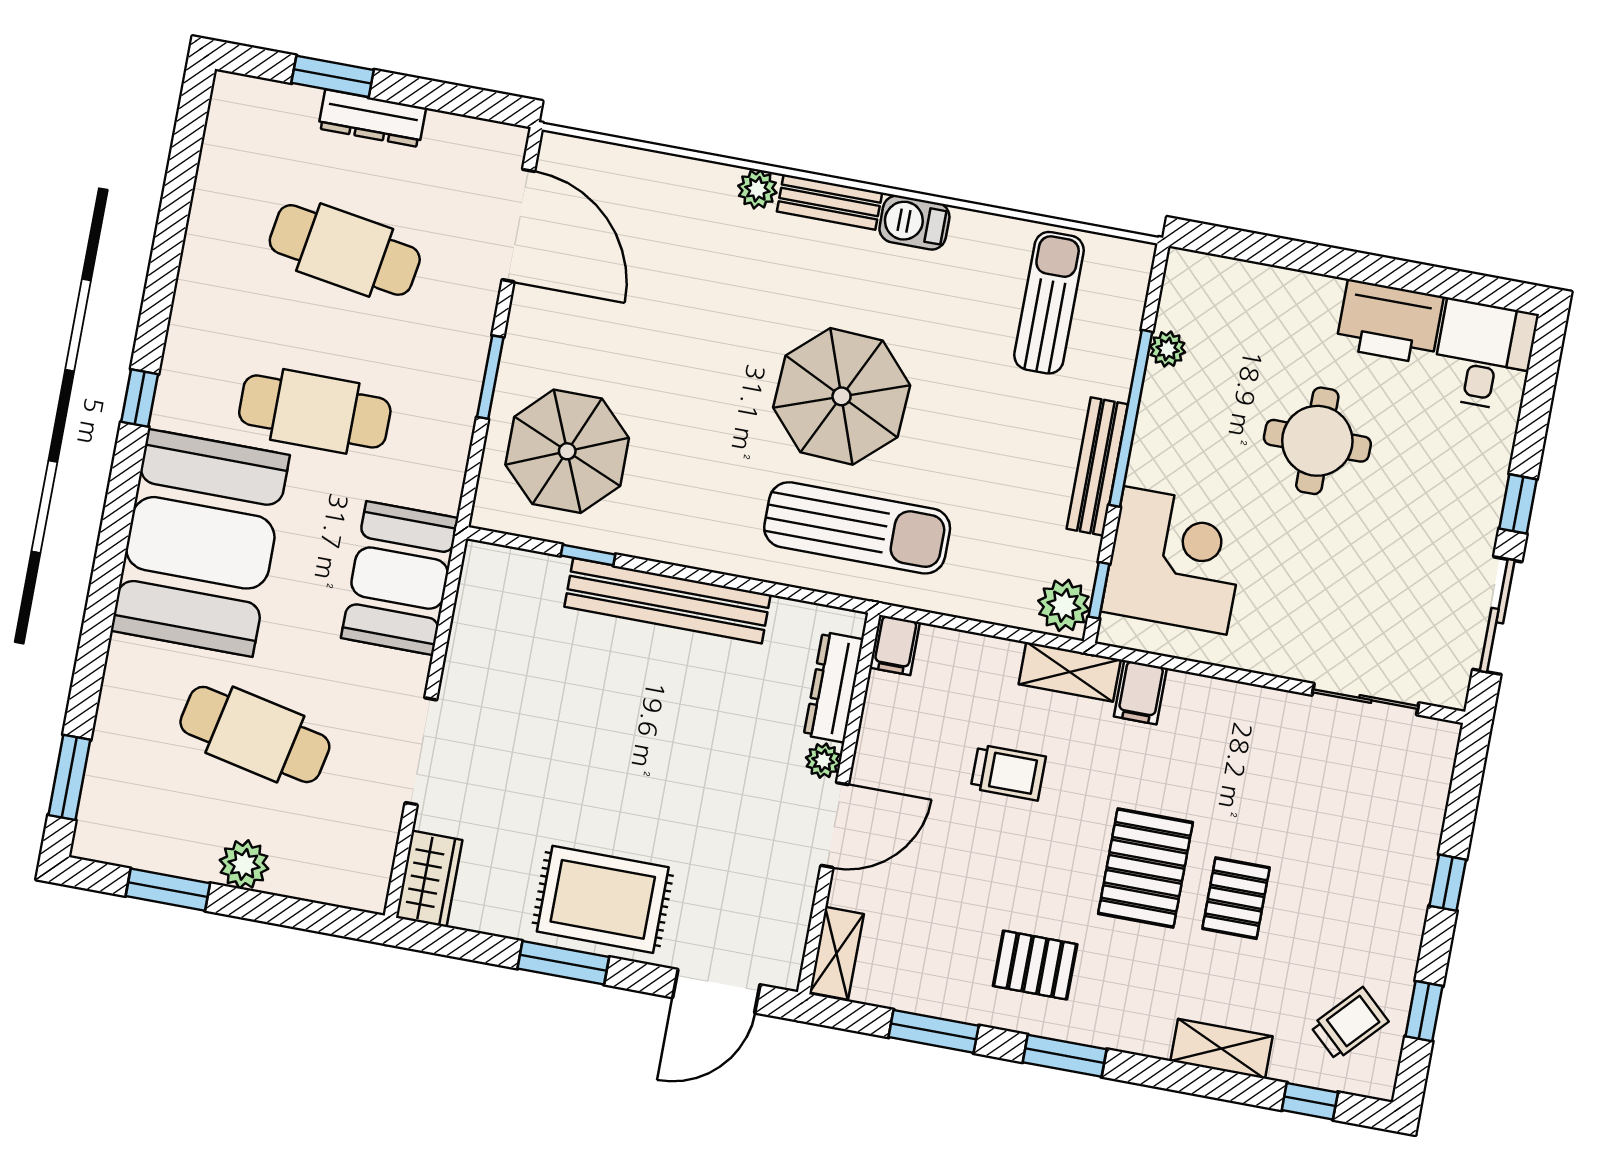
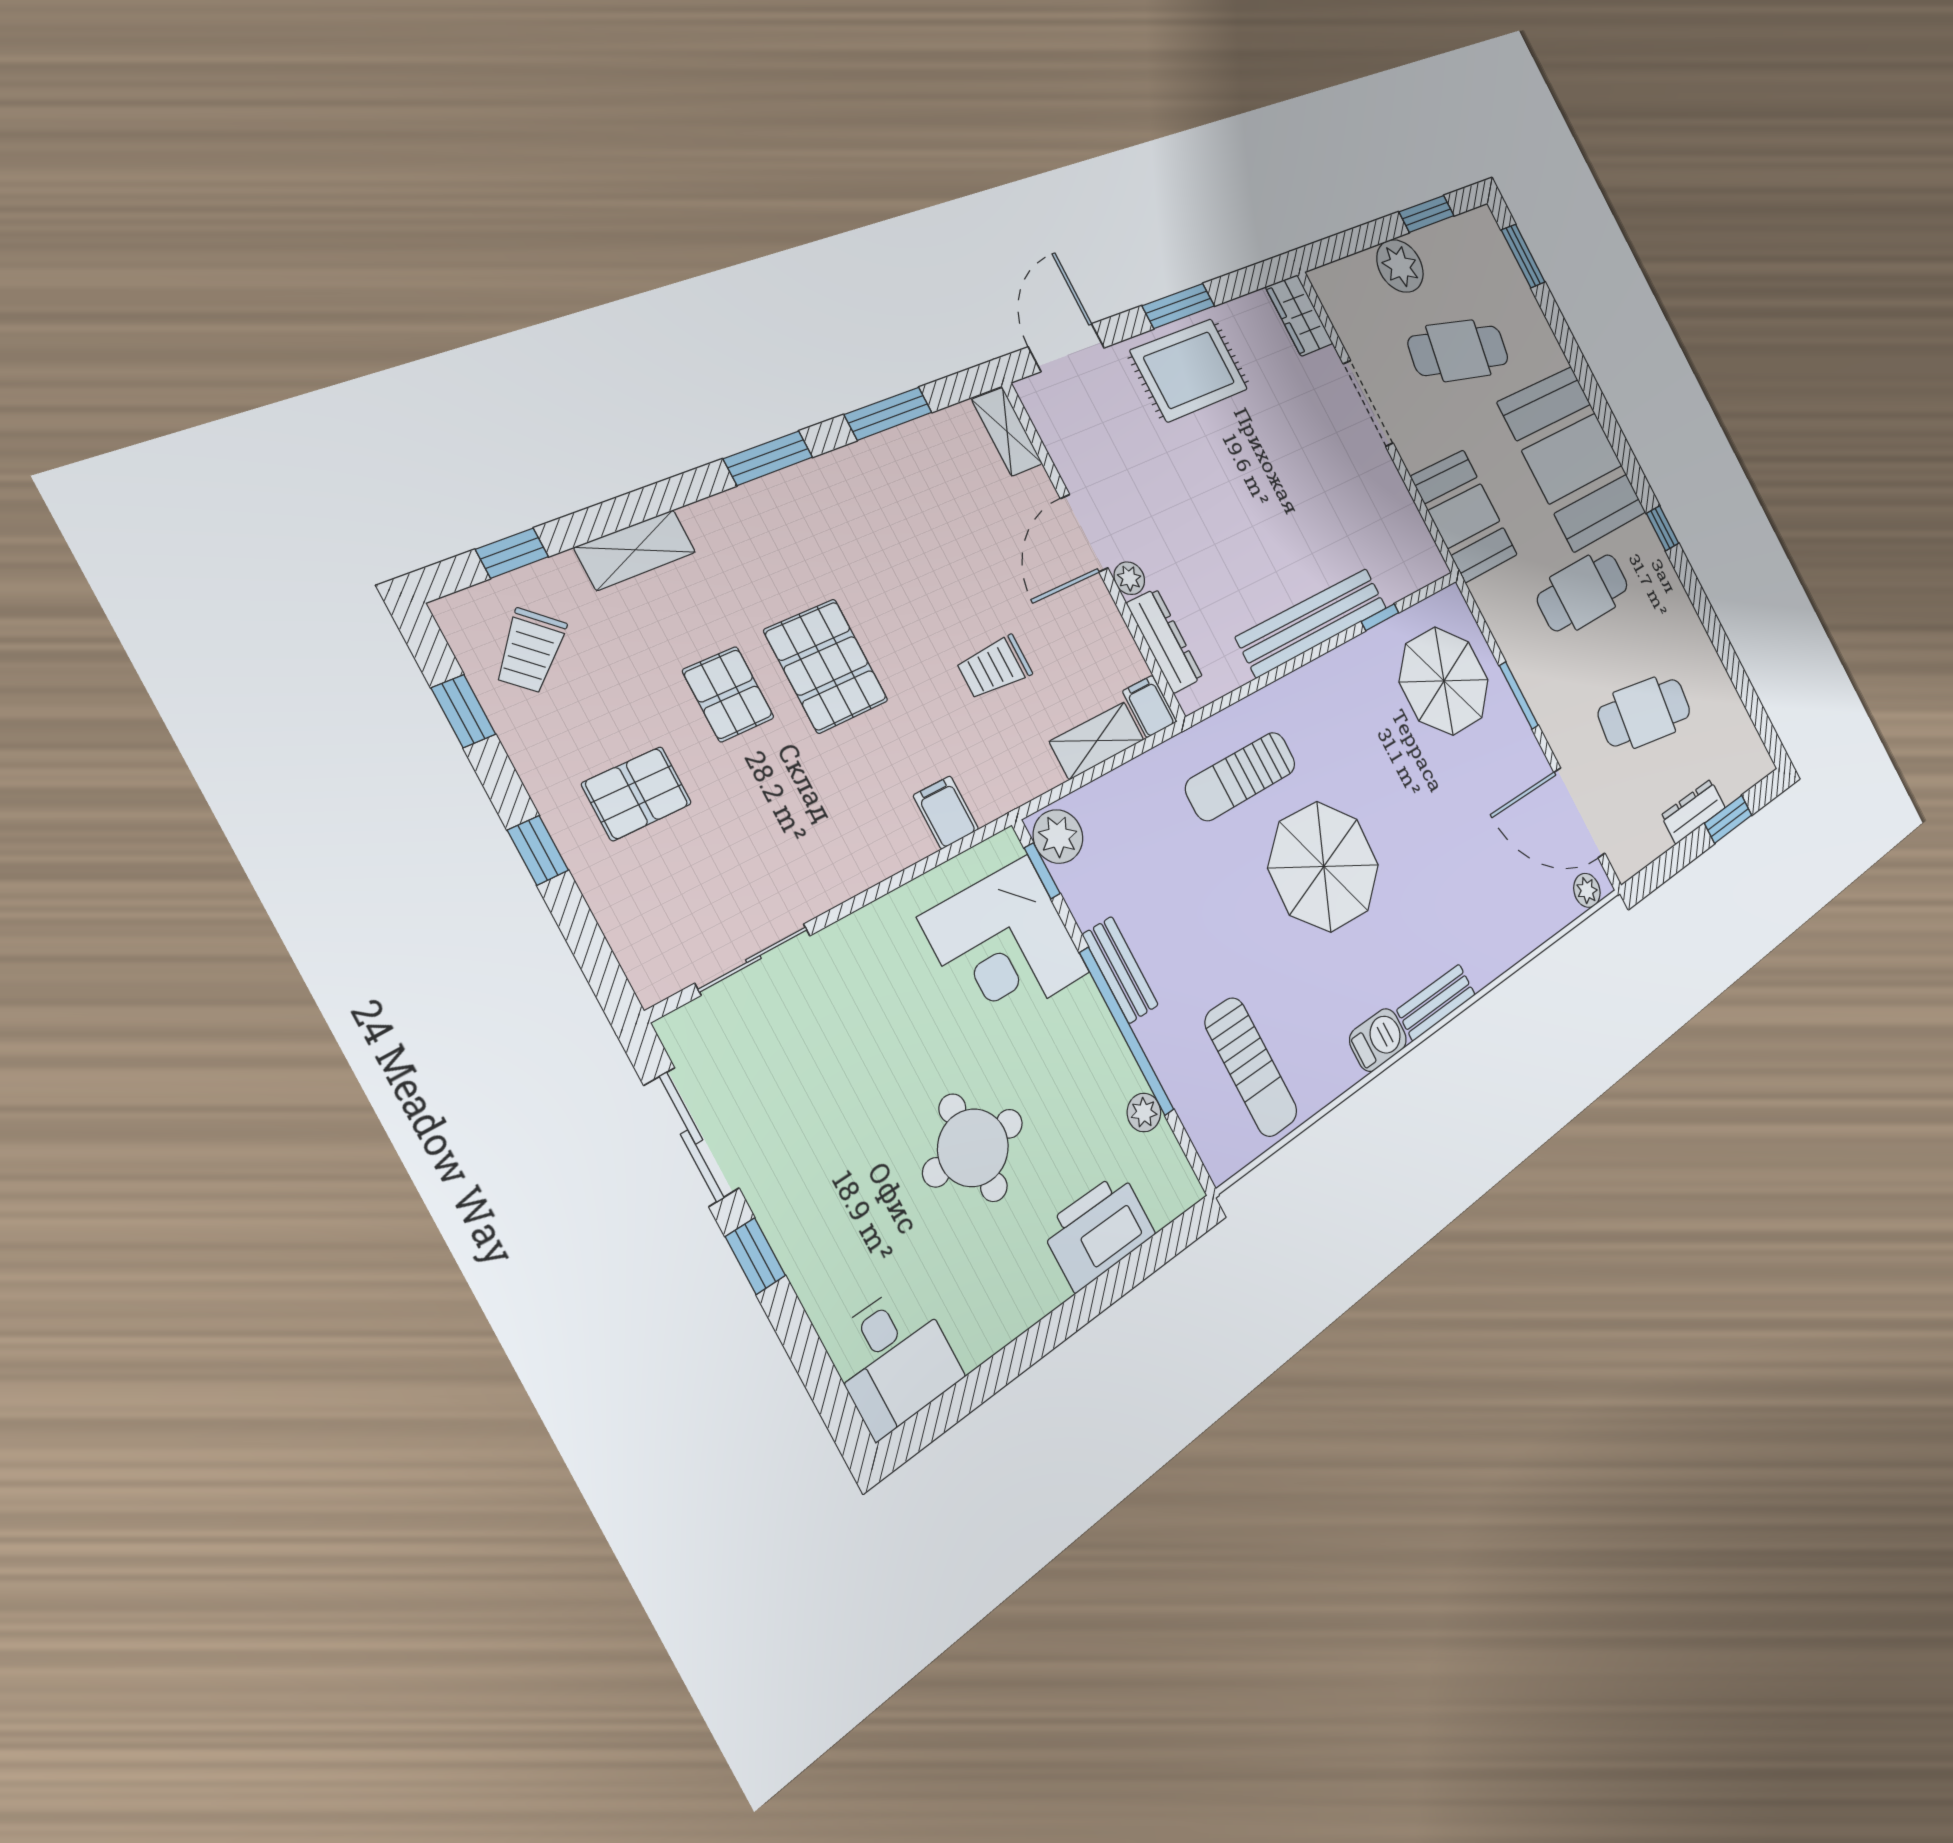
plant: (757, 189) -> (1587, 890), moved
printer: (1390, 322) -> (1099, 1231), moved
bench: (1097, 466) -> (1120, 970), width x0.73
sun lounger: (857, 528) -> (1241, 776), width x0.73, depth x0.75
shelving: (1070, 672) -> (1097, 741), moved
plant: (244, 864) -> (1400, 266), width x1.36, depth x1.36
pallet: (1035, 965) -> (637, 793), moved

